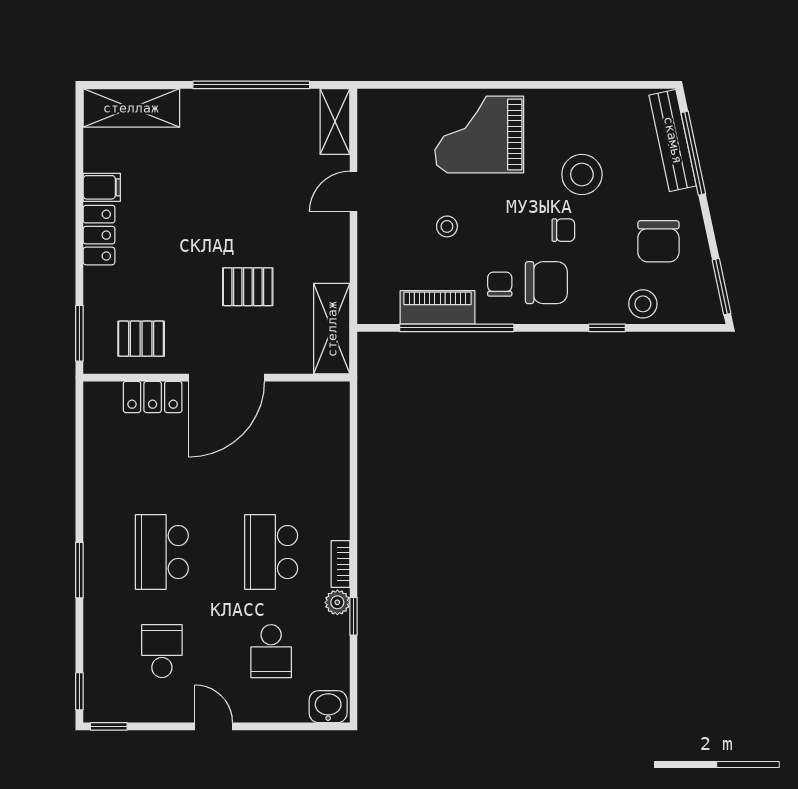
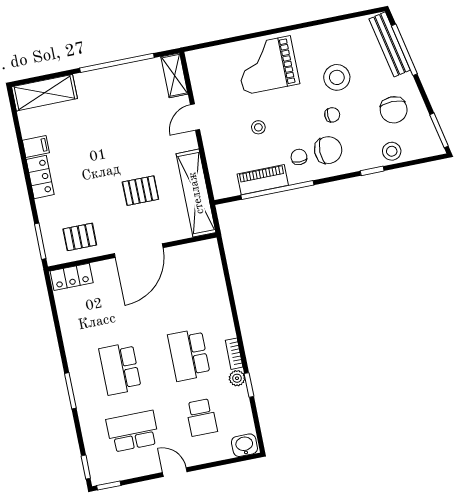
shelving: (332, 329) -> (196, 193), width x1.47
locker: (153, 397) -> (72, 277), moved
school desk: (162, 651) -> (133, 431), width x1.85

